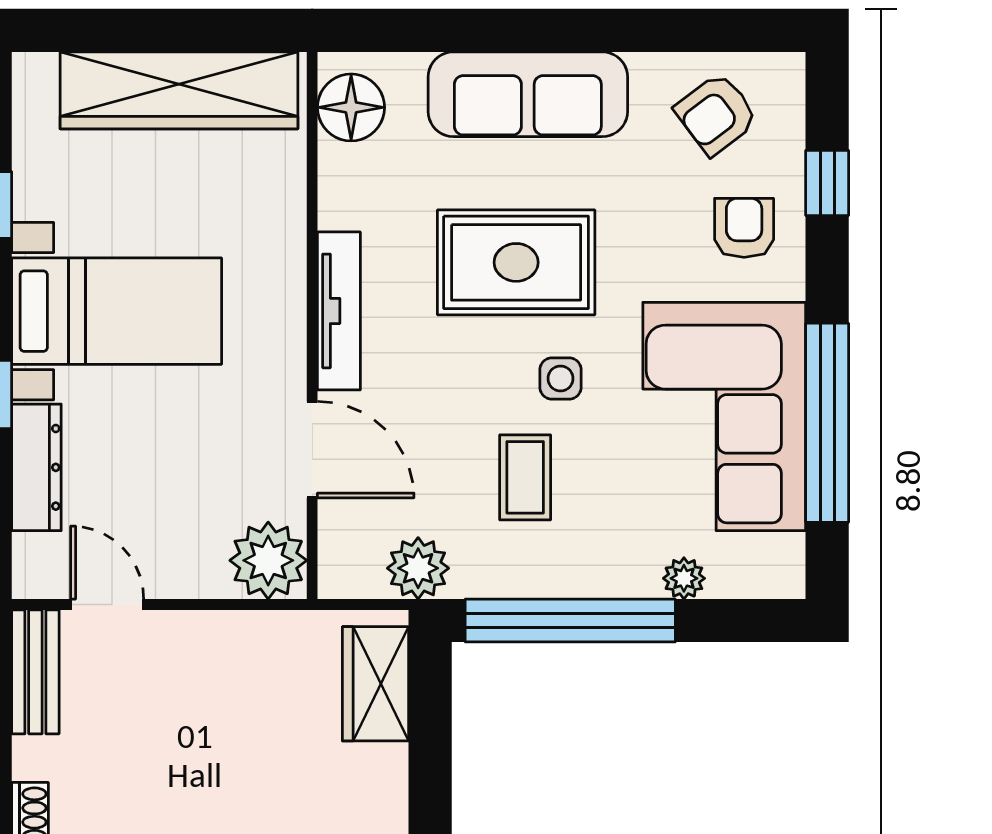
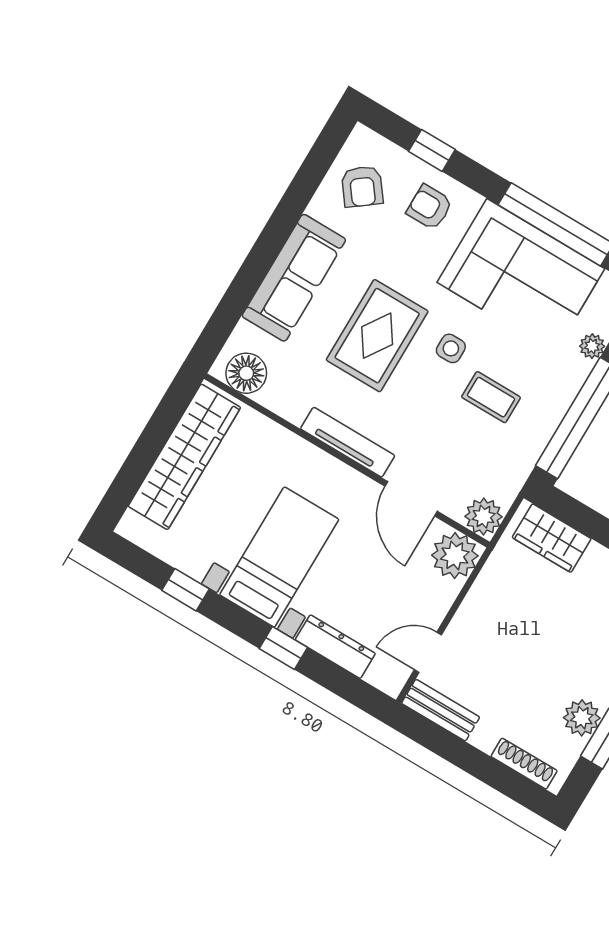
door: (312, 450) -> (411, 499), swing flipped
plant: (418, 568) -> (484, 517), moved

